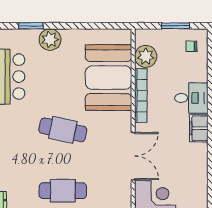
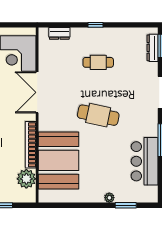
plant: (50, 40) -> (109, 198), width x0.53, depth x0.53
cafe table: (63, 191) -> (98, 62), width x0.73, depth x0.74

